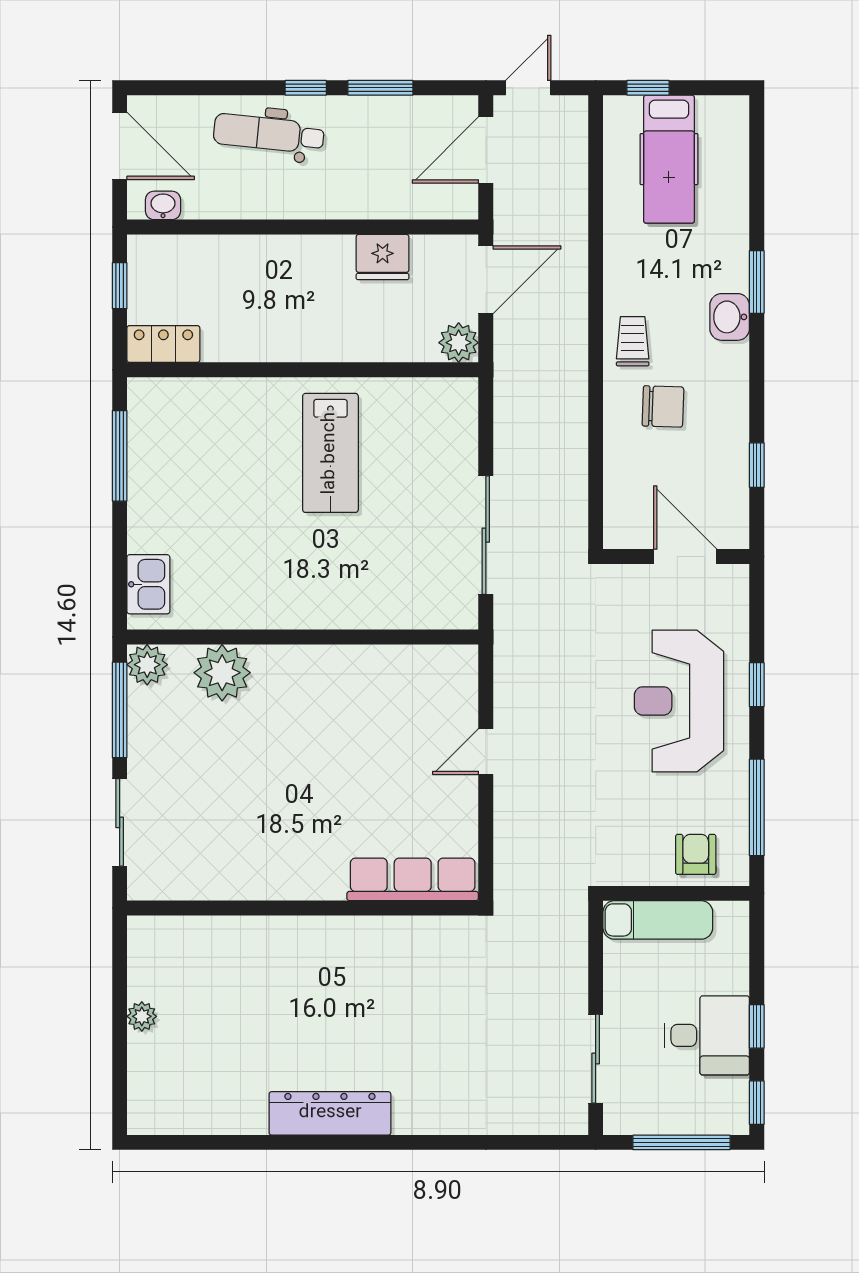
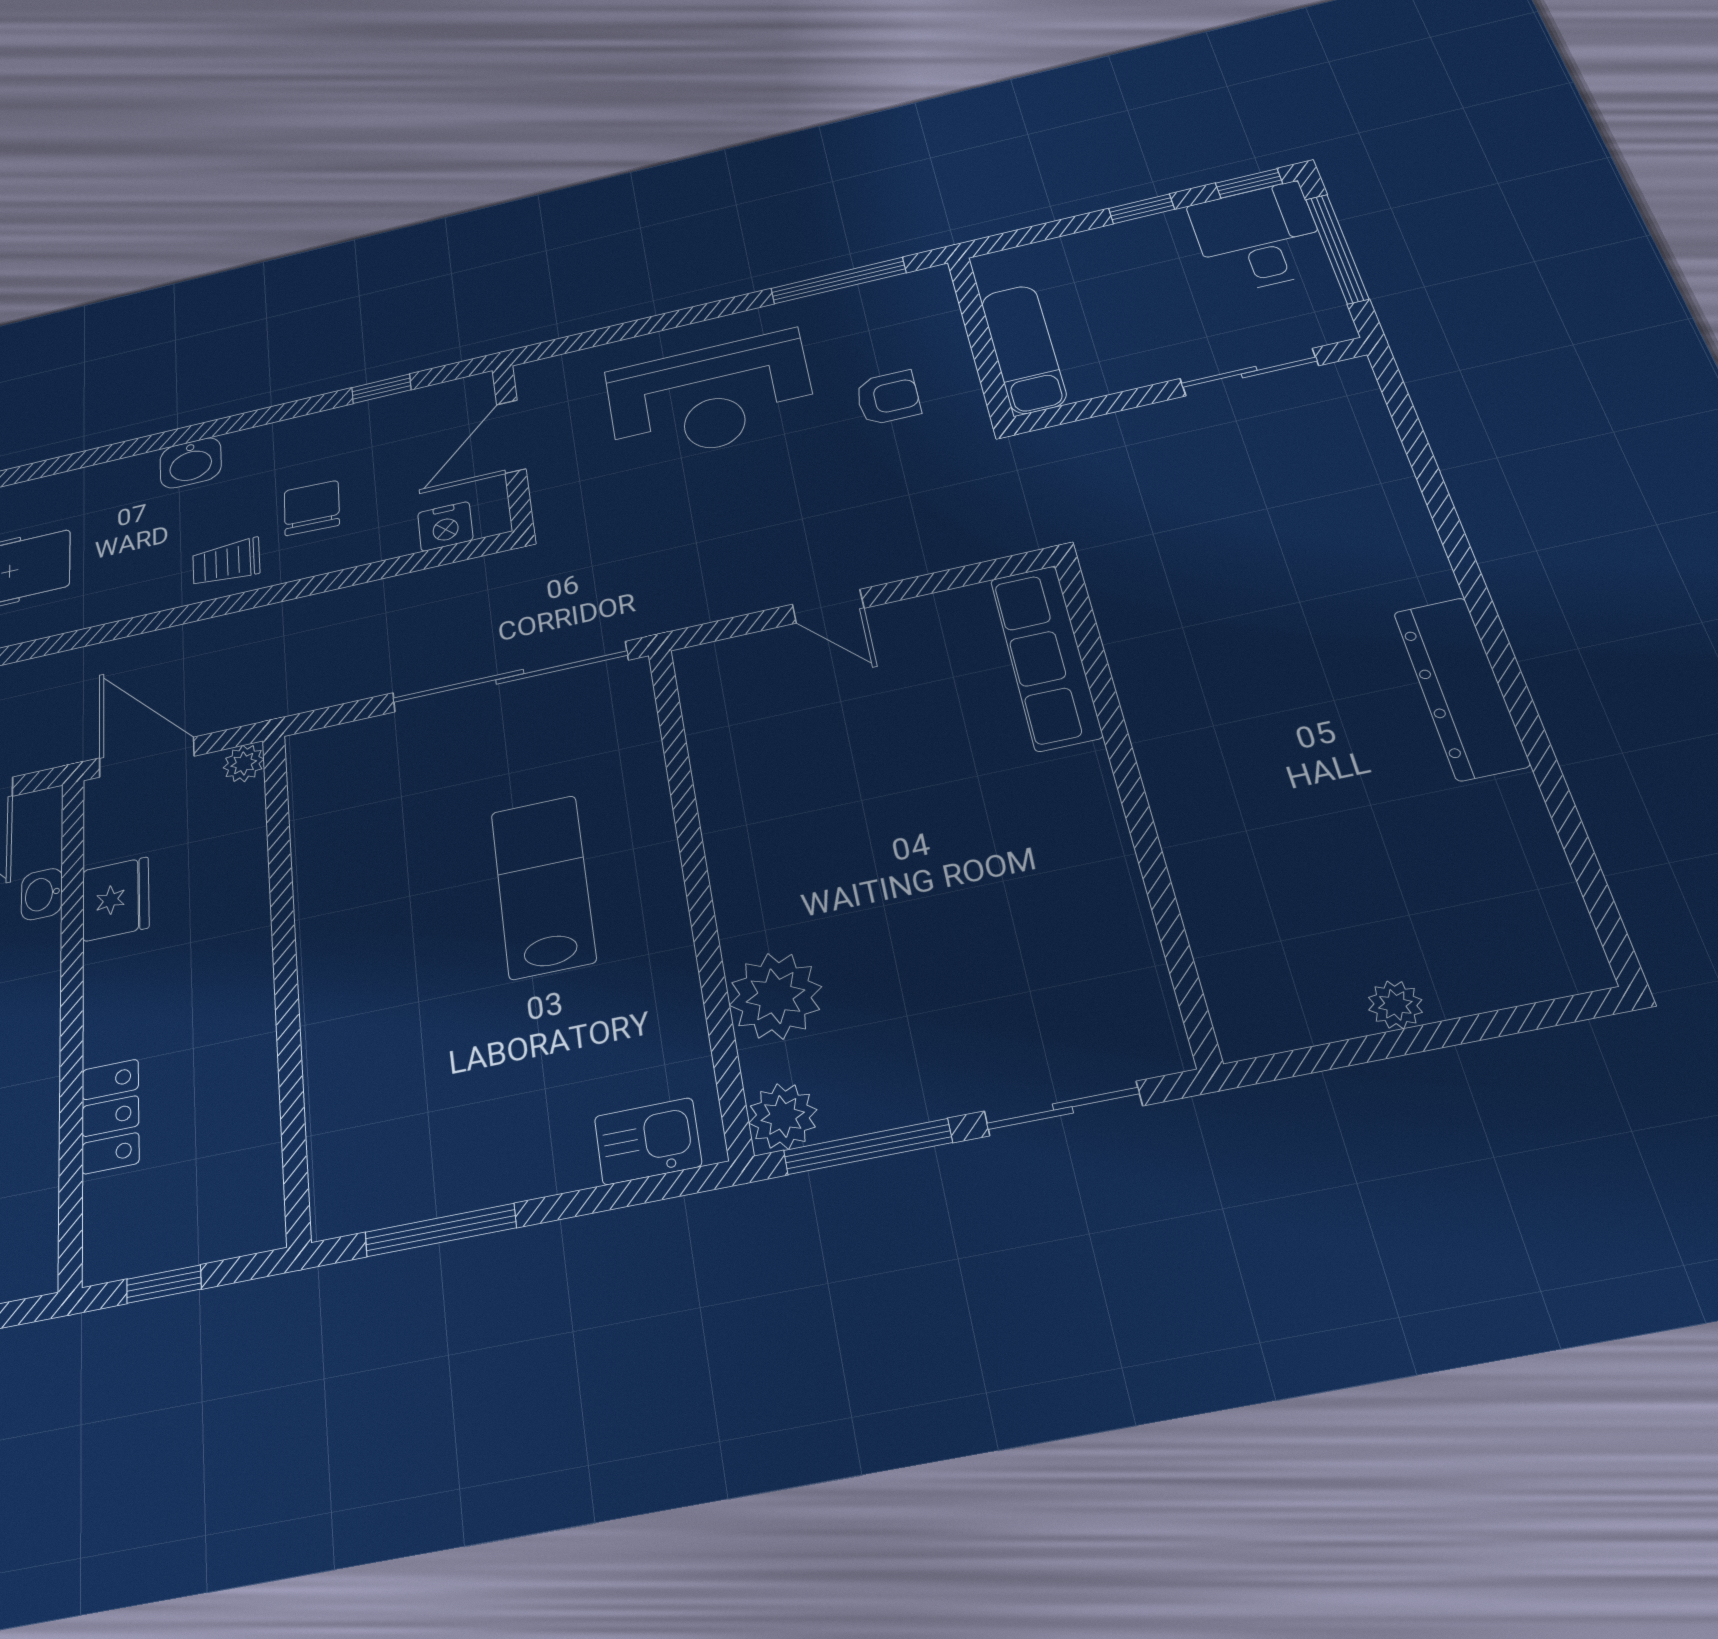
washbasin: (163, 205) -> (42, 894), moved
window: (757, 282) -> (145, 445), removed
plant: (459, 343) -> (244, 763), width x0.73, depth x0.73
locker: (163, 344) -> (110, 1116), moved, turned 180
lab bench: (330, 453) -> (543, 886), moved, turned -90
nightstand: (620, 502) -> (445, 526), added
sliding door: (486, 535) -> (510, 677), width x1.36
window: (757, 685) -> (672, 320), removed
armchair: (696, 854) -> (888, 398), moved, turned 180
desk: (707, 1035) -> (1258, 238), moved

